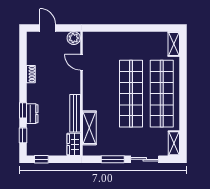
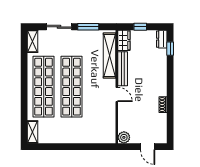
door: (82, 62) -> (117, 94), moved
window: (23, 110) -> (170, 71), removed
dresser: (32, 114) -> (162, 39), moved
shelving: (89, 128) -> (109, 55), width x1.47
window: (41, 159) -> (140, 27), moved

